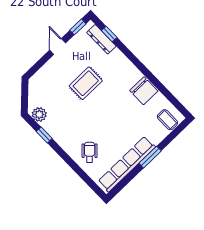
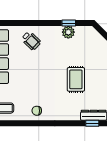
chair: (144, 91) -> (37, 111), width x0.54, depth x0.54
plant: (39, 114) -> (68, 32), moved

